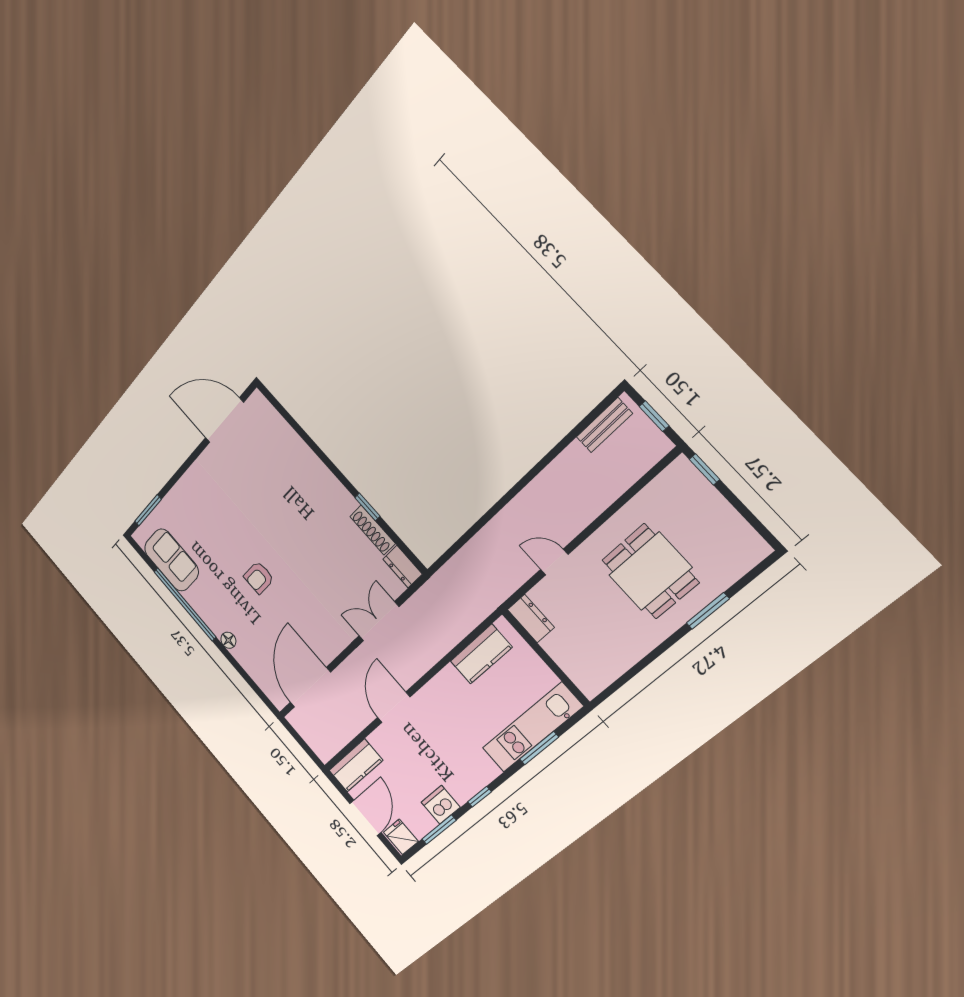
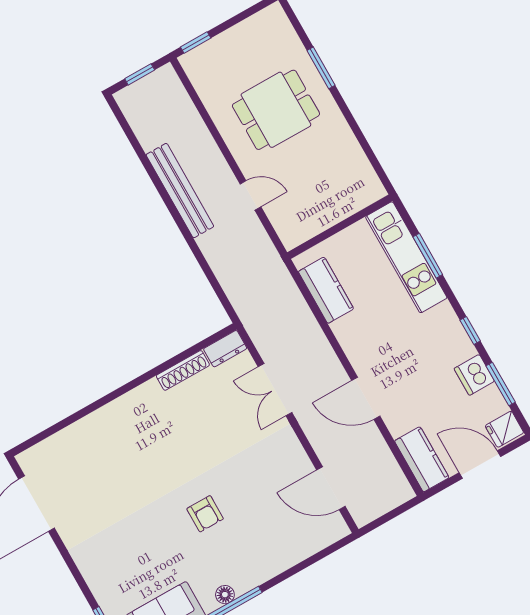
bench: (604, 425) -> (180, 191), moved, width x1.86, depth x1.21
window: (367, 507) -> (159, 369), removed
door: (554, 562) -> (250, 195), swing flipped
dresser: (531, 619) -> (300, 231), removed
floor lamp: (228, 640) -> (225, 595), moved
door: (310, 687) -> (331, 488), width x0.73

